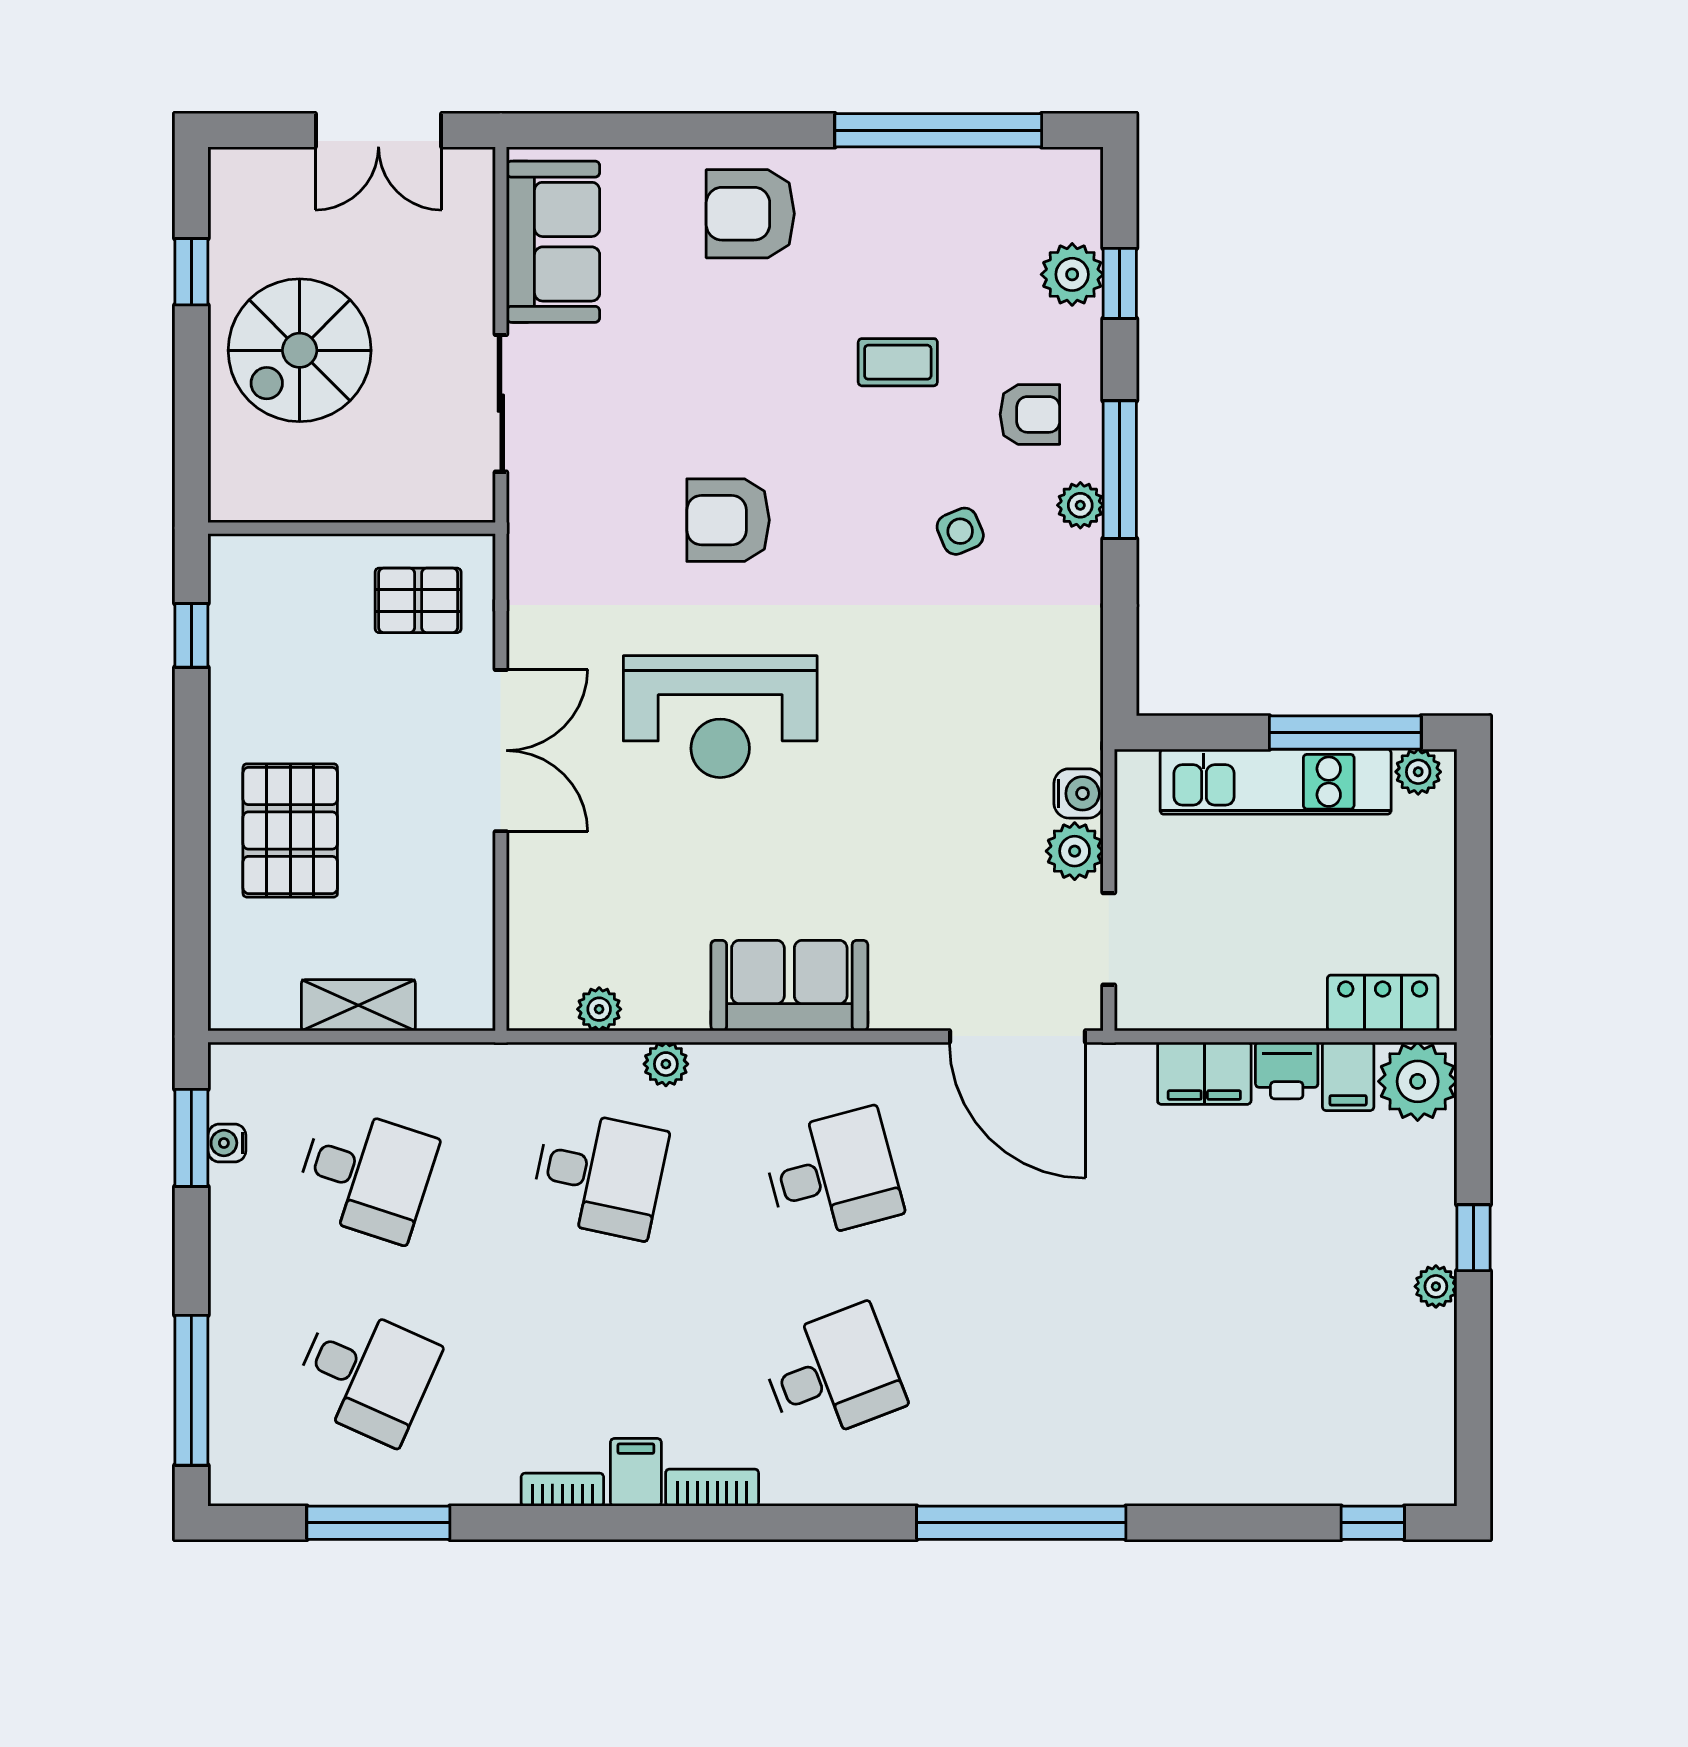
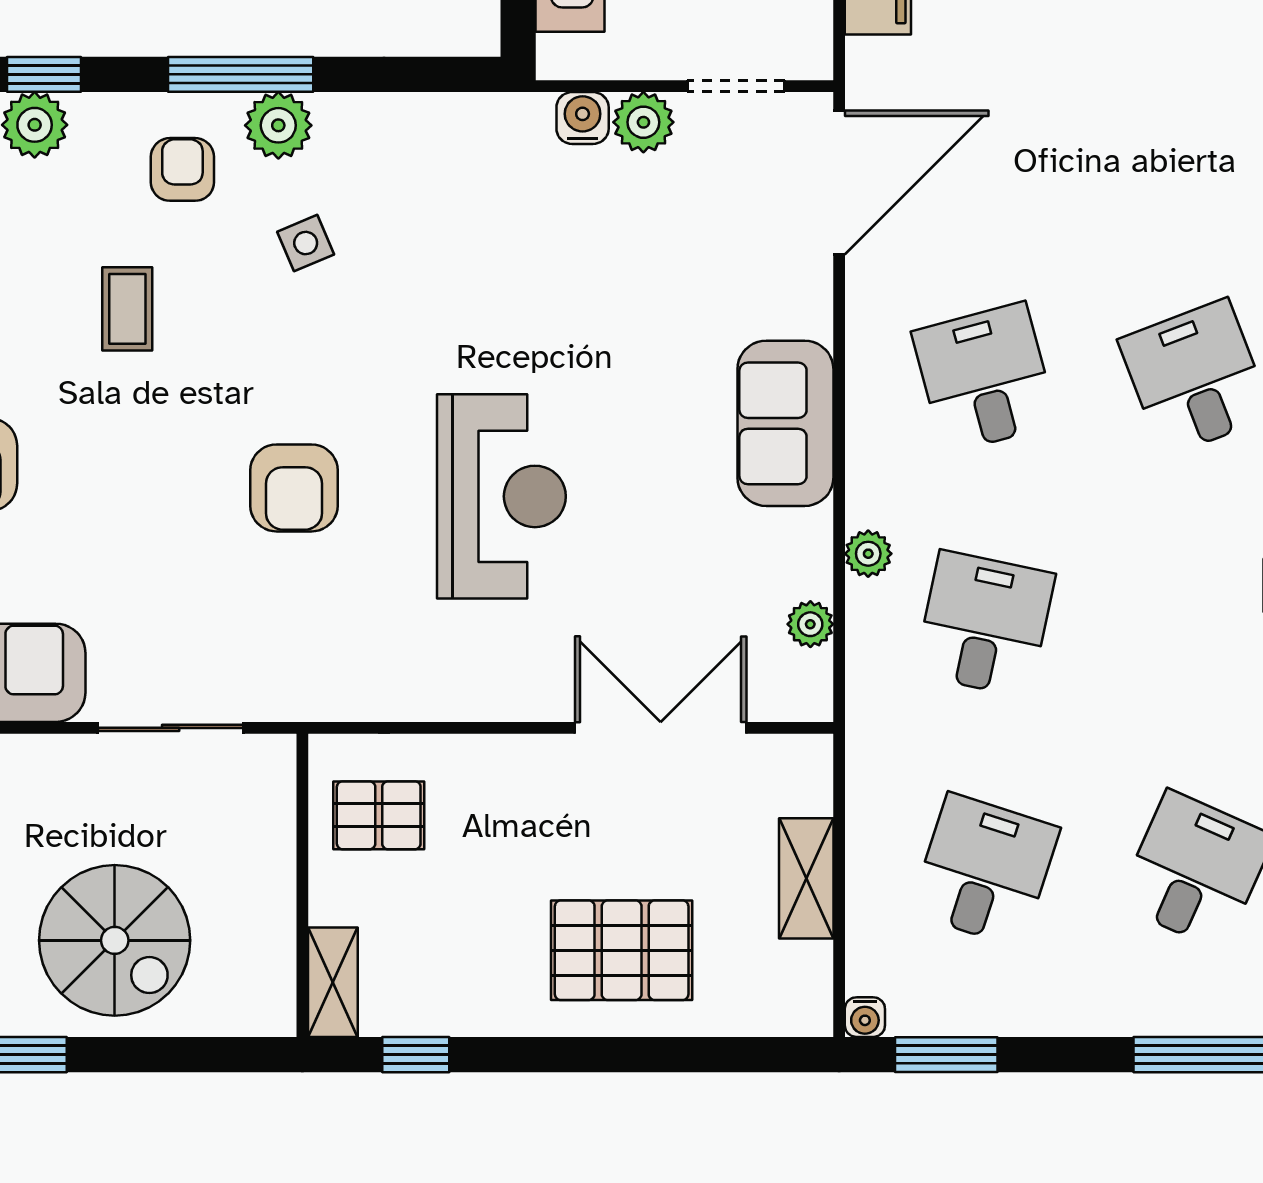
plant: (1080, 505) -> (278, 125), width x1.38, depth x1.38
shelving: (260, 557) -> (333, 982), added
pallet: (418, 600) -> (379, 815), turned 90
double door: (501, 751) -> (661, 728), moved
water cooler: (227, 1143) -> (865, 1017), moved

